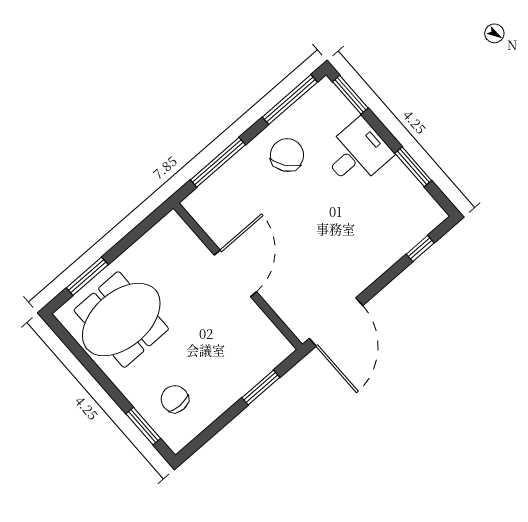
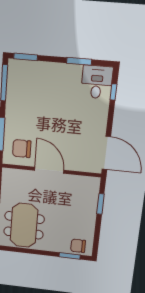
desk: (357, 153) -> (97, 82), moved
chair: (287, 155) -> (22, 149), moved, turned -53
chair: (175, 399) -> (78, 246), moved

